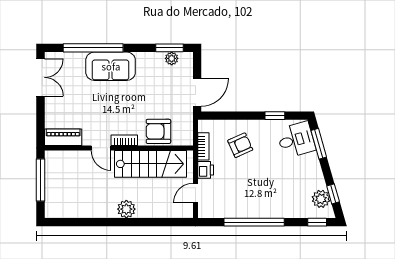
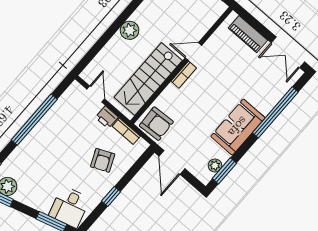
sofa: (111, 66) -> (238, 127), moved
window: (275, 116) -> (111, 196), moved
armchair: (158, 131) -> (156, 124), moved, turned 87
piano: (63, 137) -> (248, 34), moved, turned 90

